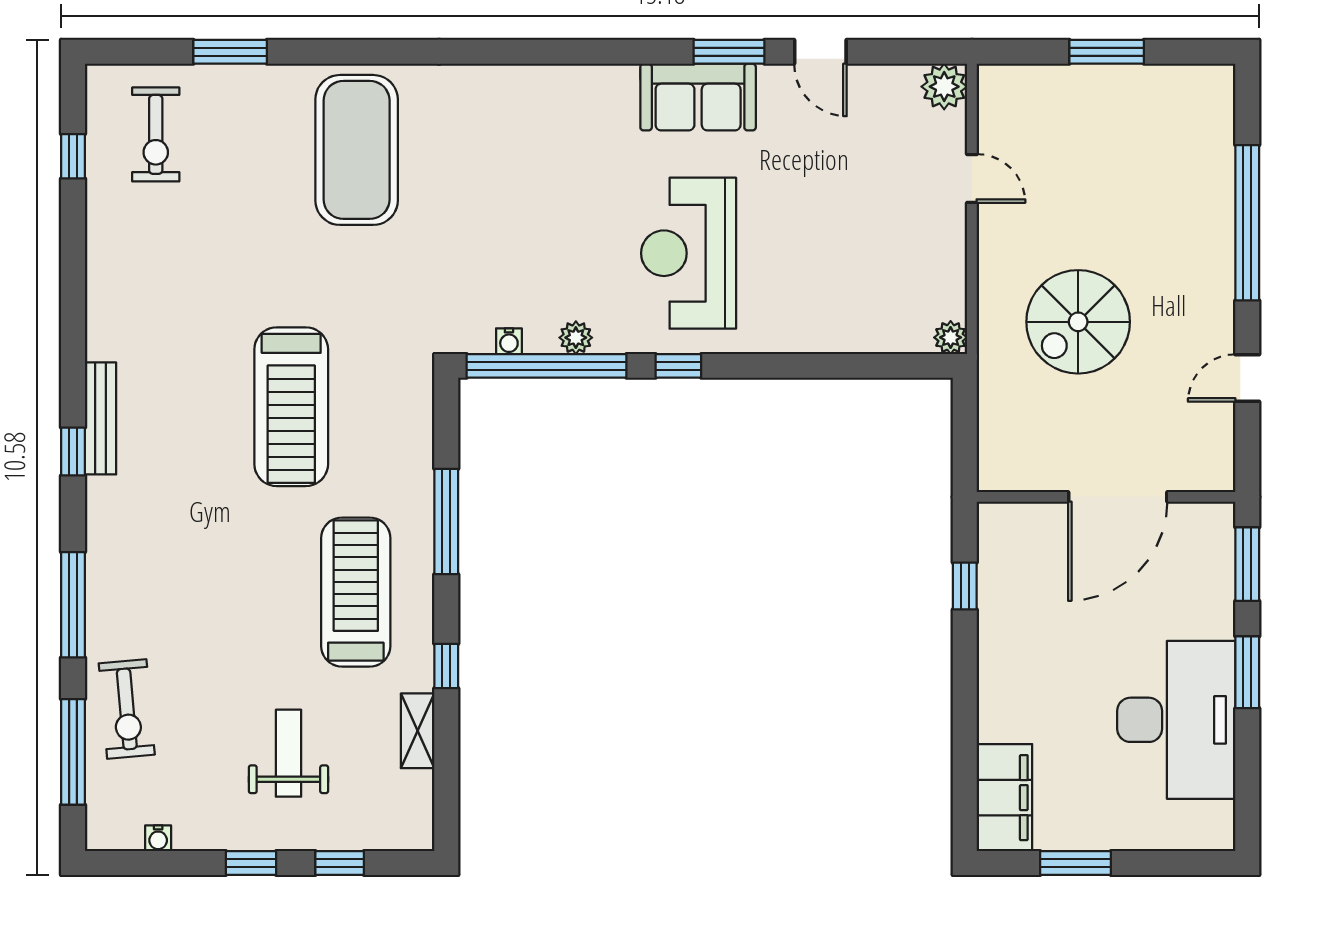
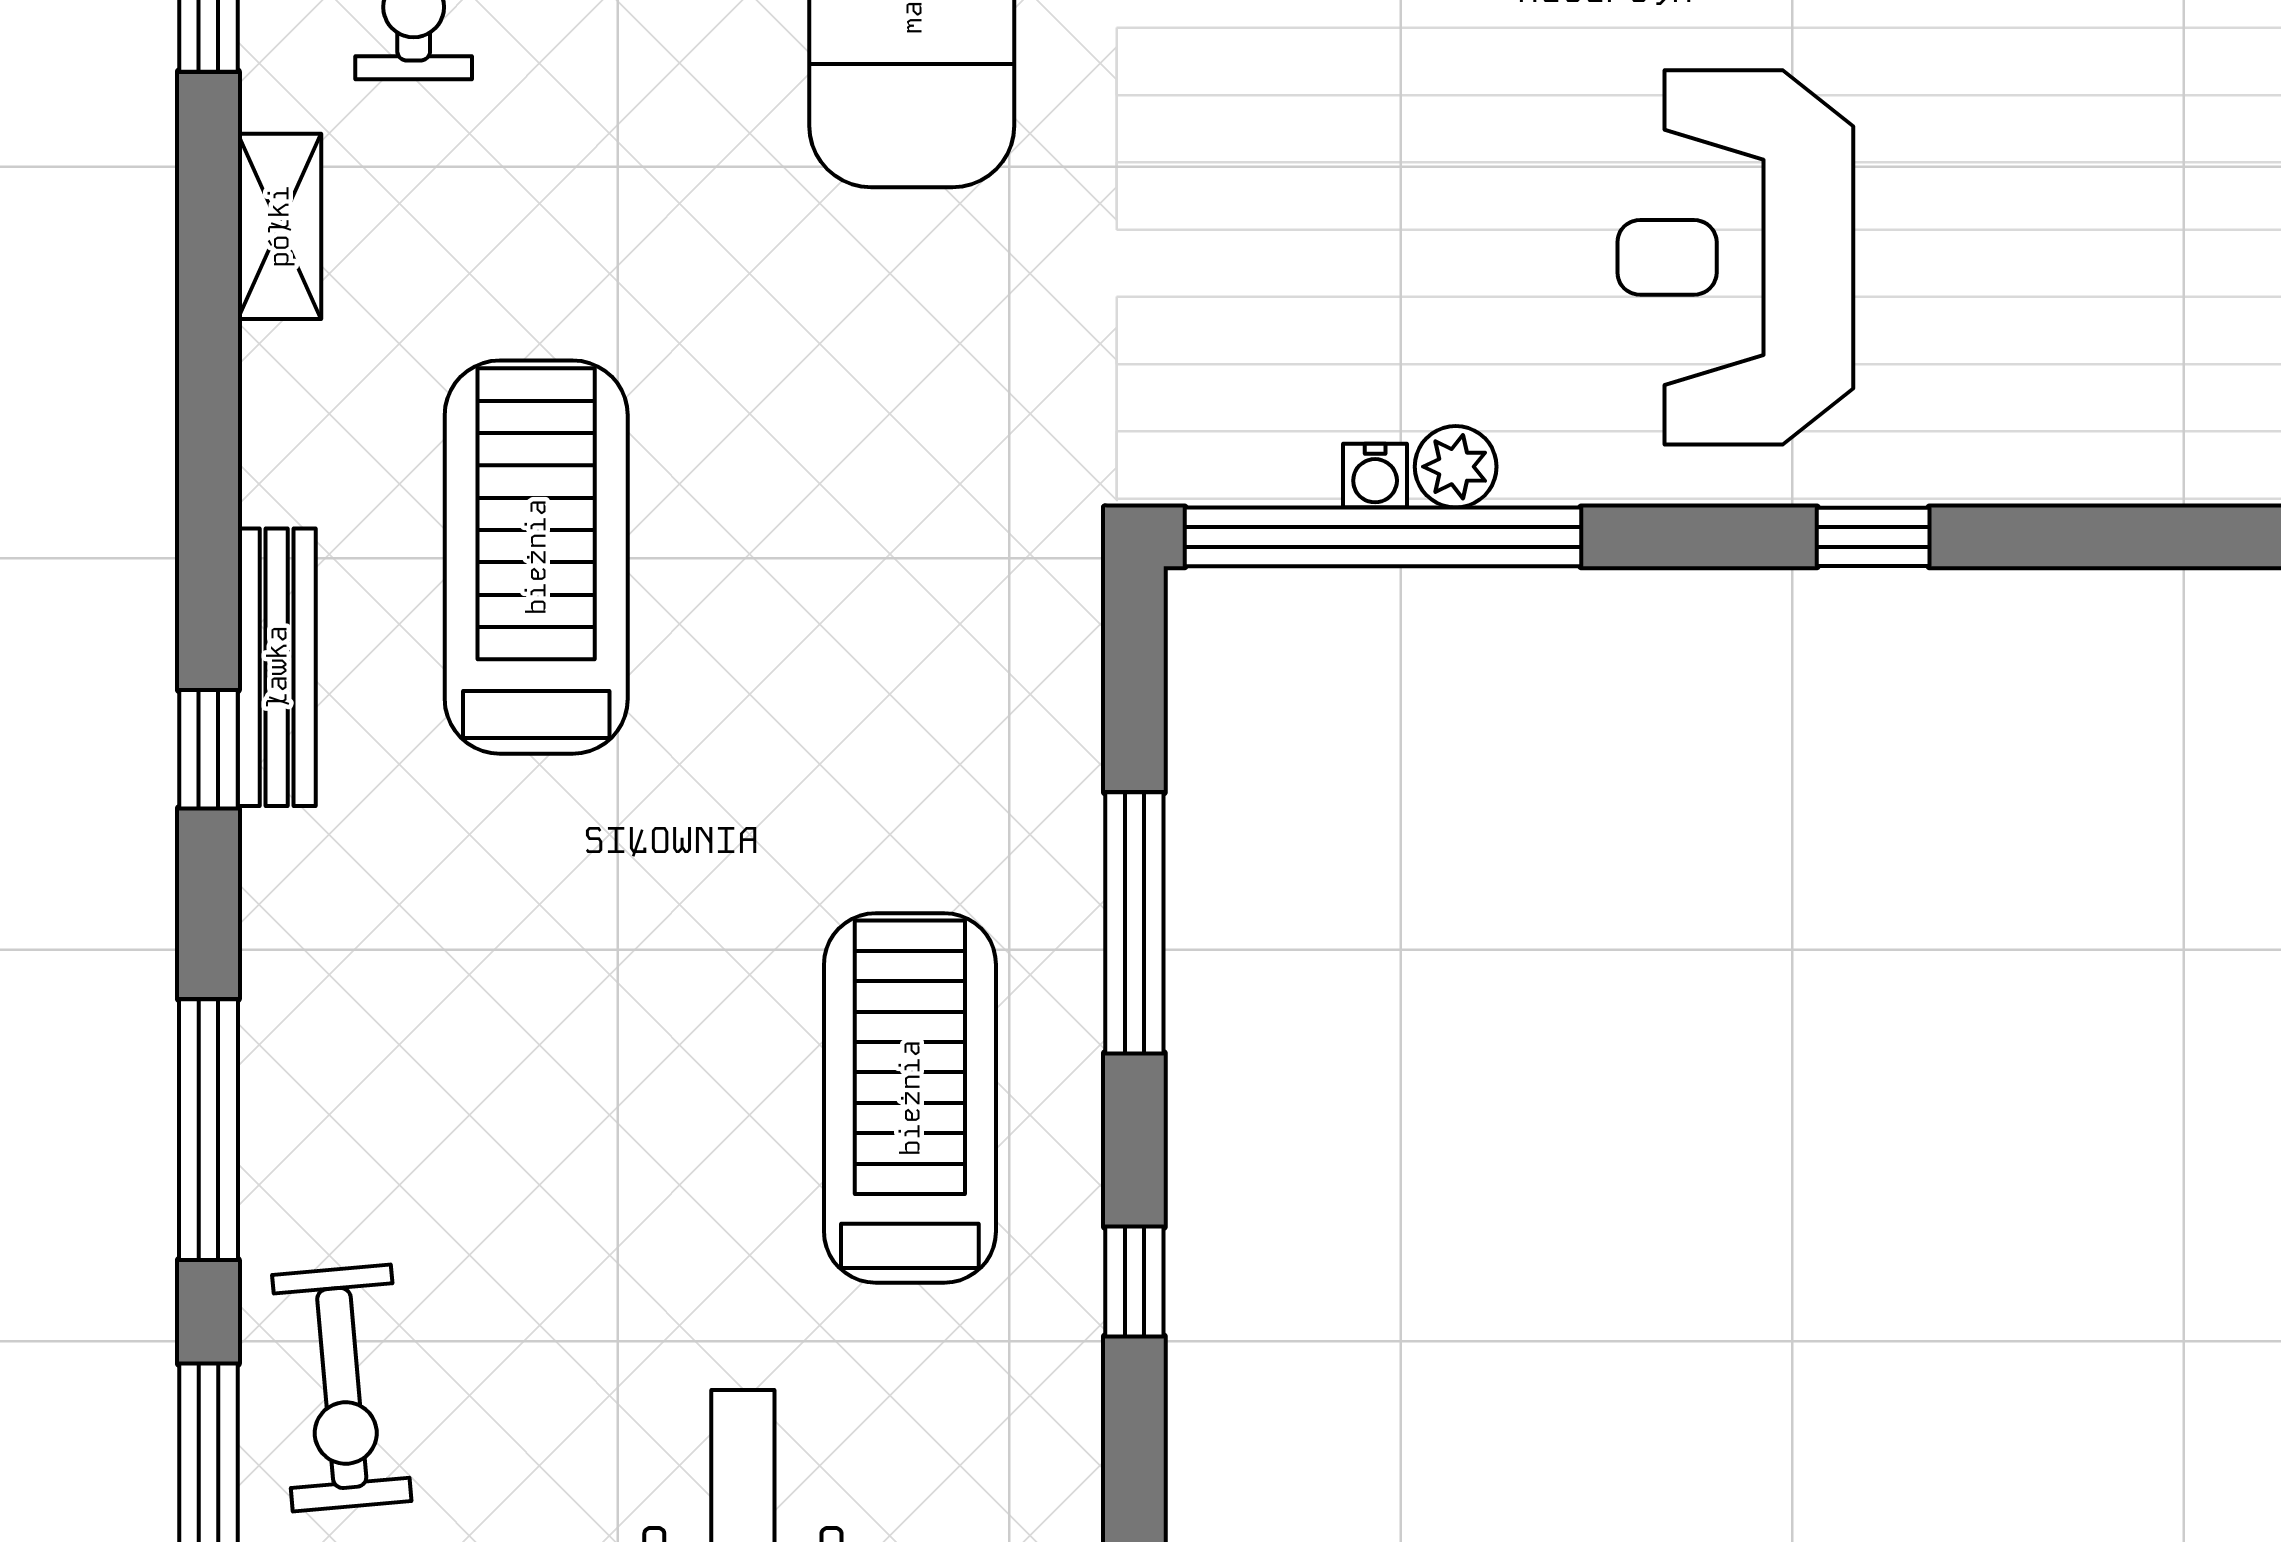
water cooler: (509, 341) -> (1375, 476), moved
window: (678, 366) -> (1873, 537), moved
treadmill: (291, 407) -> (536, 557), moved, turned 180
shelving: (418, 731) -> (279, 226), moved

